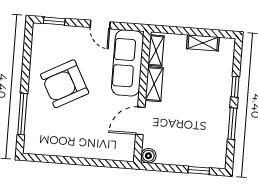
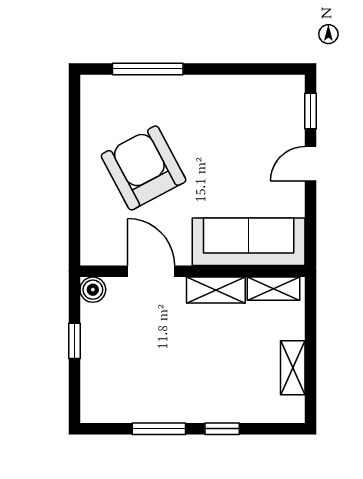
door: (100, 25) -> (311, 164), moved
armchair: (65, 84) -> (144, 168), moved
window: (199, 170) -> (74, 341), moved

